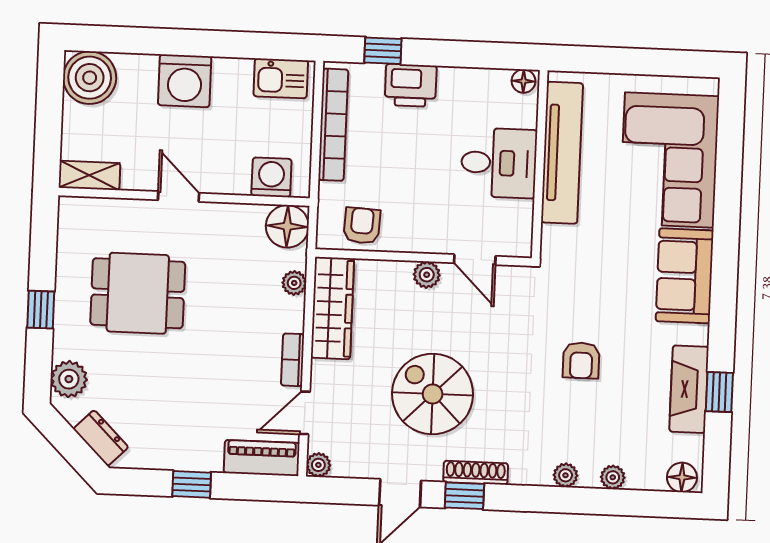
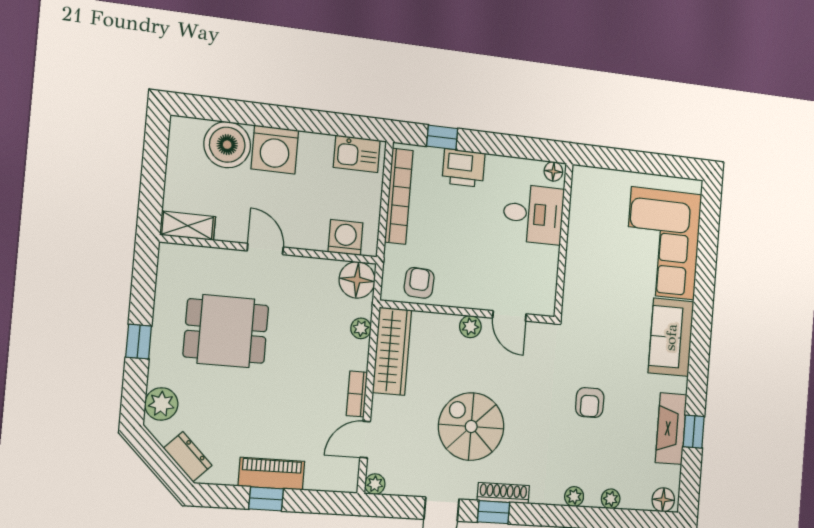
boiler: (90, 78) -> (227, 145), moved
tv unit: (562, 153) -> (581, 232), removed
desk: (499, 163) -> (533, 214), moved
piano: (262, 458) -> (271, 474), moved

